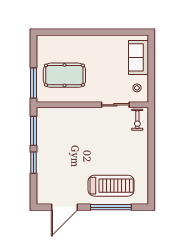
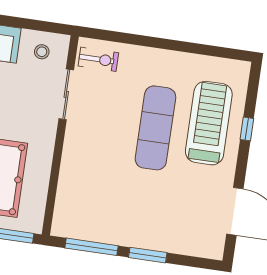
exercise mat: (104, 157) -> (155, 128), added
window: (111, 207) -> (247, 129), width x0.32

